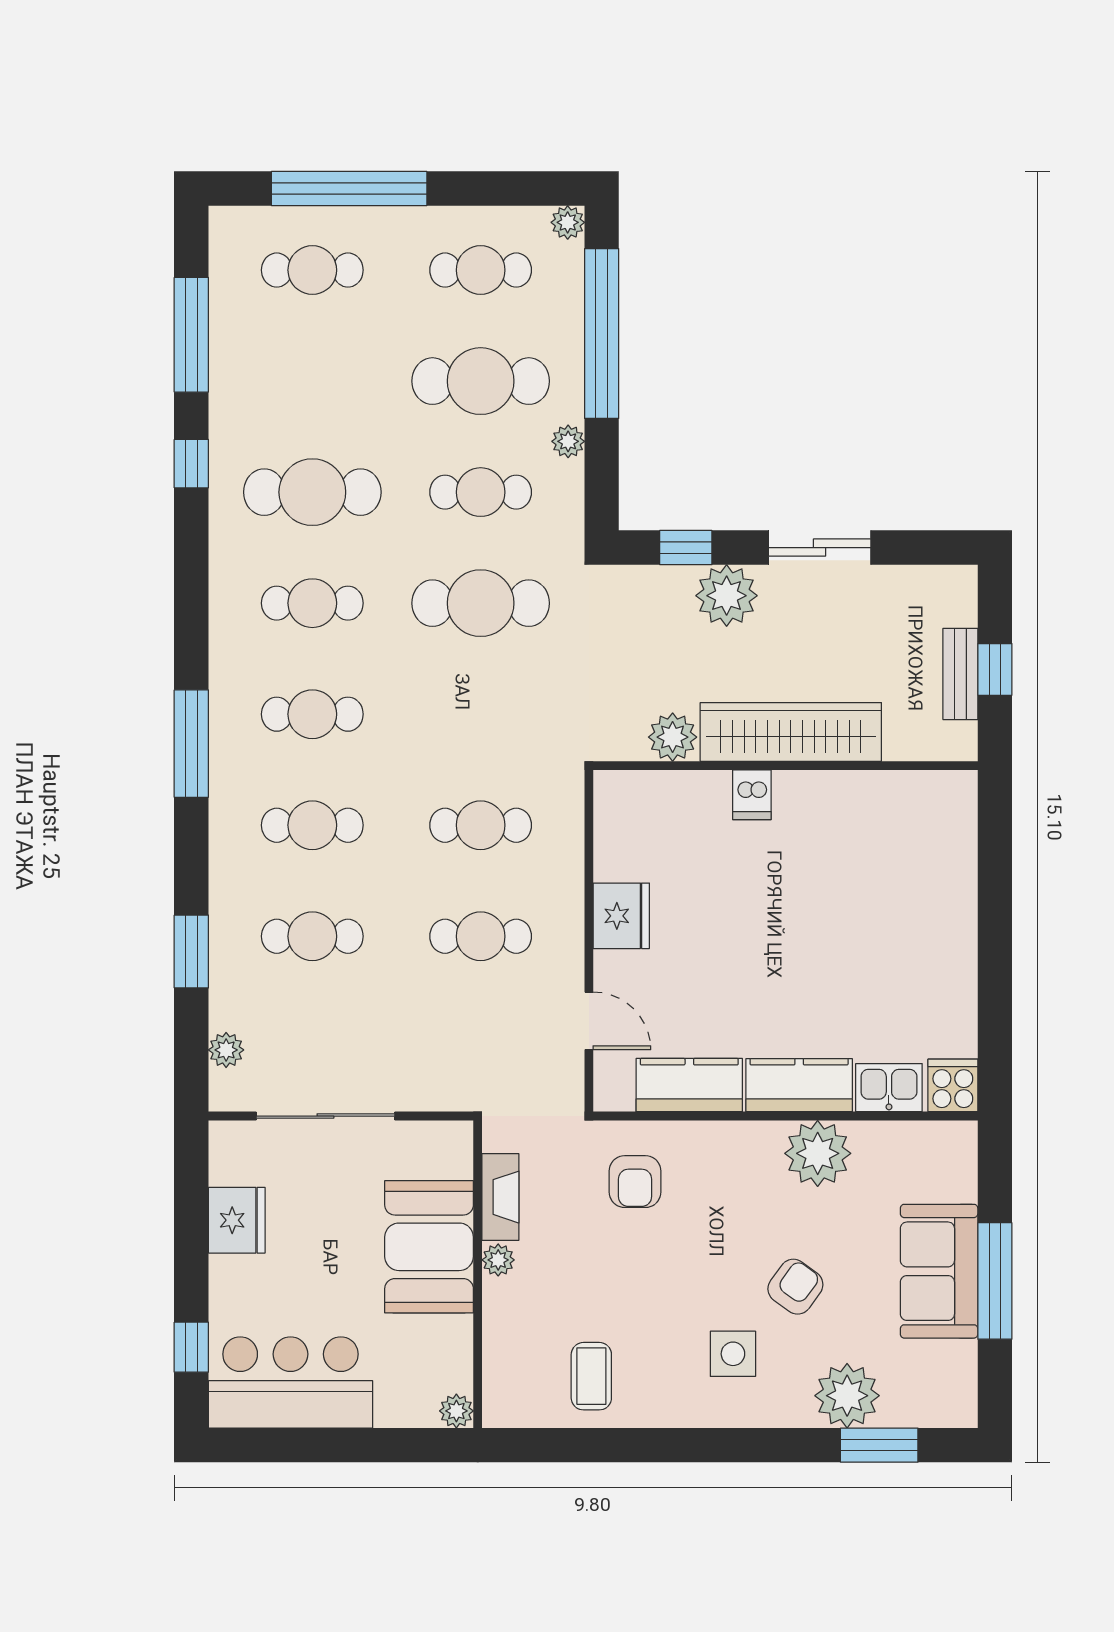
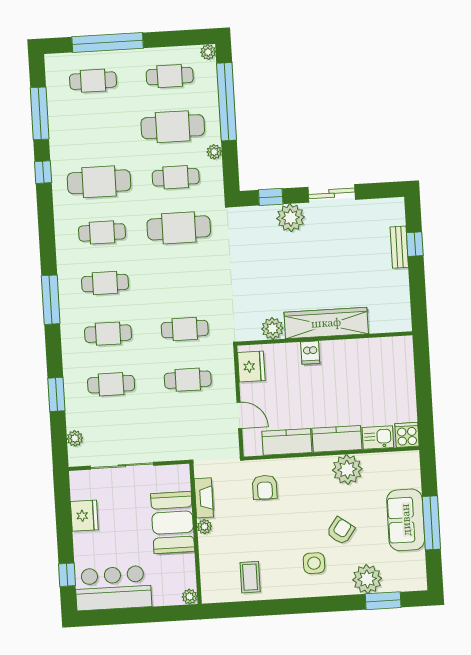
wardrobe: (791, 732) -> (326, 323), moved
plant: (673, 737) -> (272, 328), moved
wall: (785, 766) -> (325, 338), moved
dishwasher: (752, 795) -> (310, 353), moved

